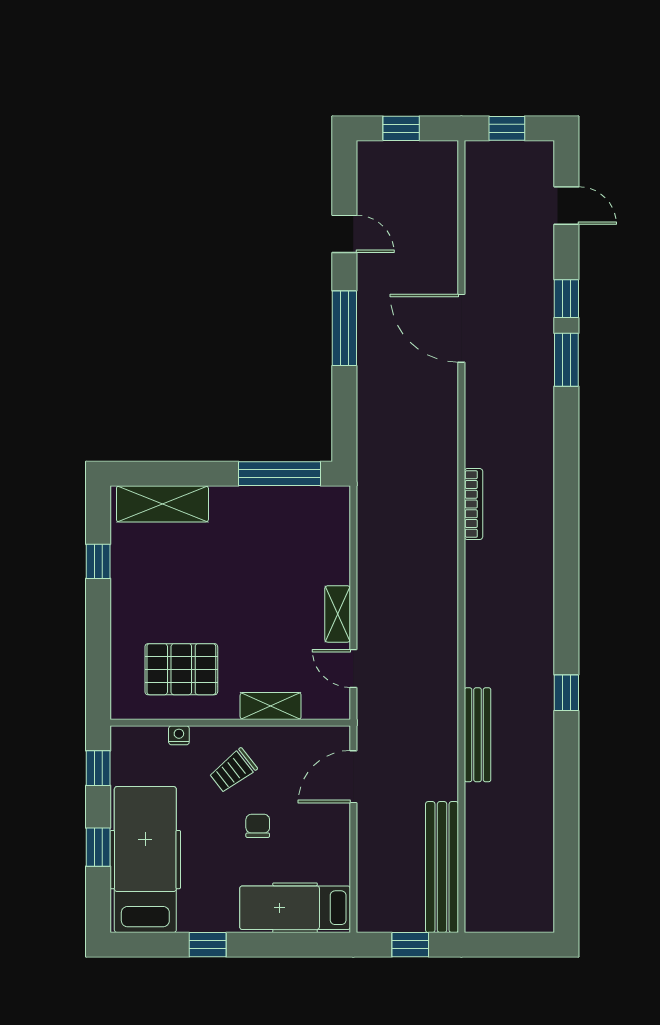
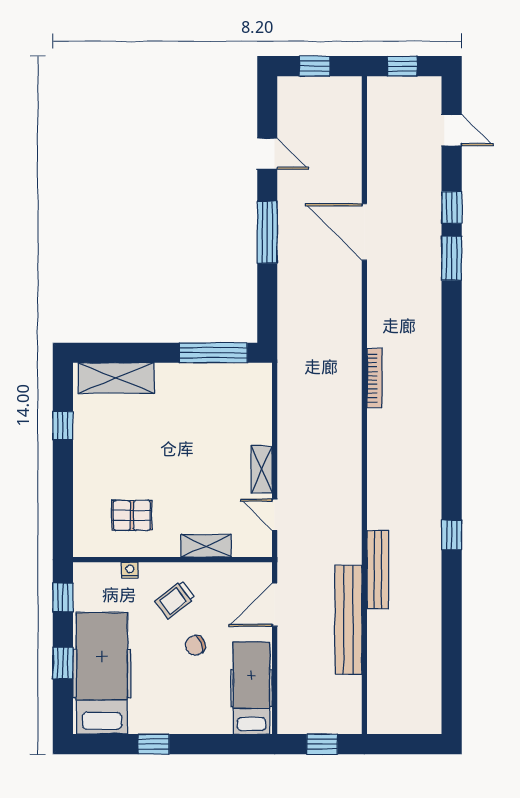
pallet: (181, 669) -> (132, 515), width x0.67, depth x0.71
chair: (258, 826) -> (195, 645), turned -114
bench: (442, 867) -> (348, 620), moved
hospital bed: (295, 908) -> (251, 688), moved, turned 90

